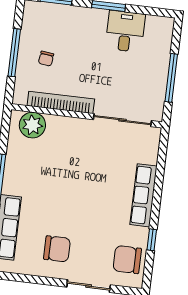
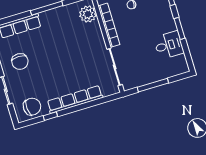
row of seats: (143, 195) -> (75, 99), width x1.36
chair: (127, 260) -> (32, 107), turned 85

